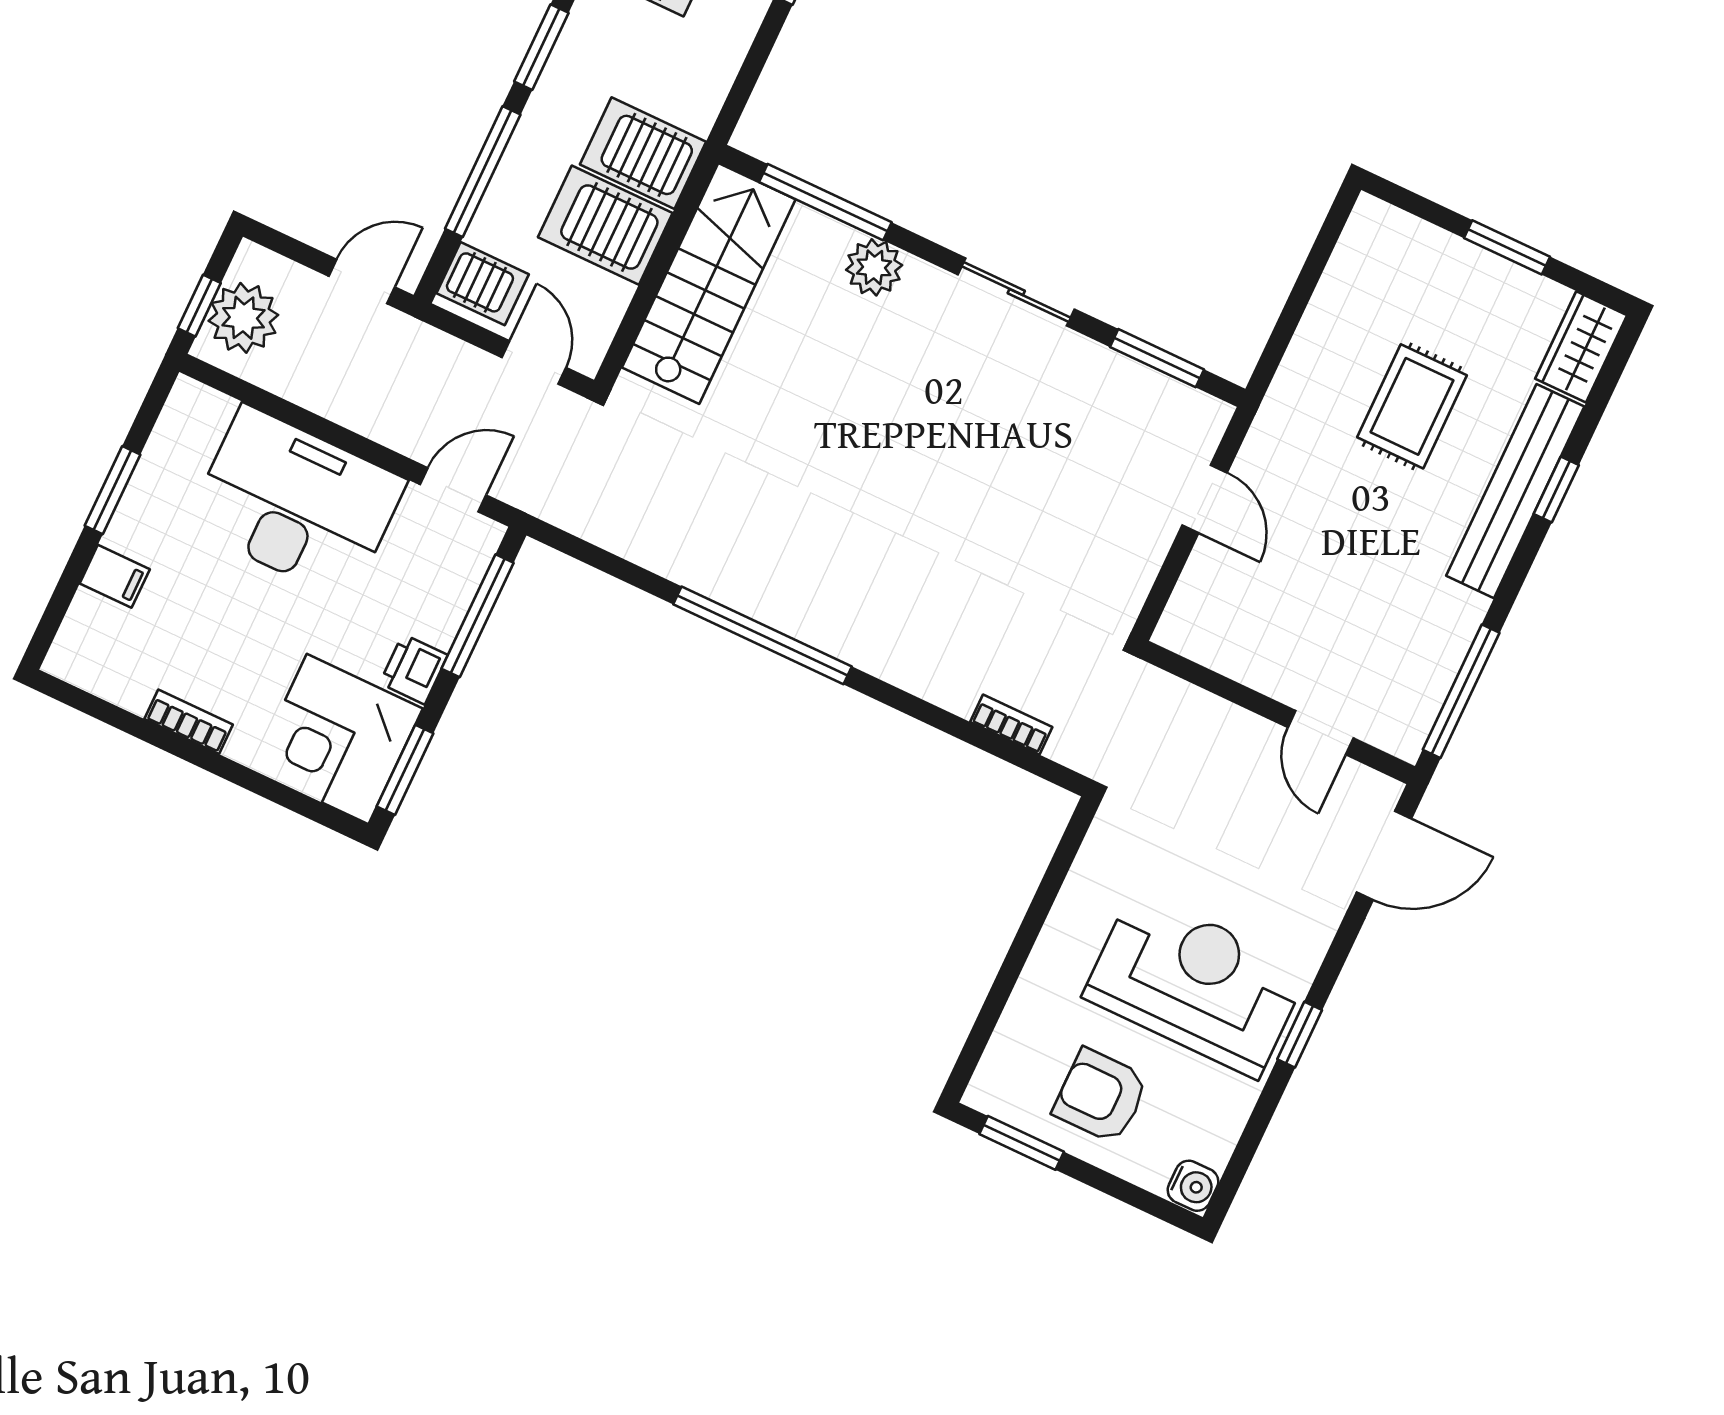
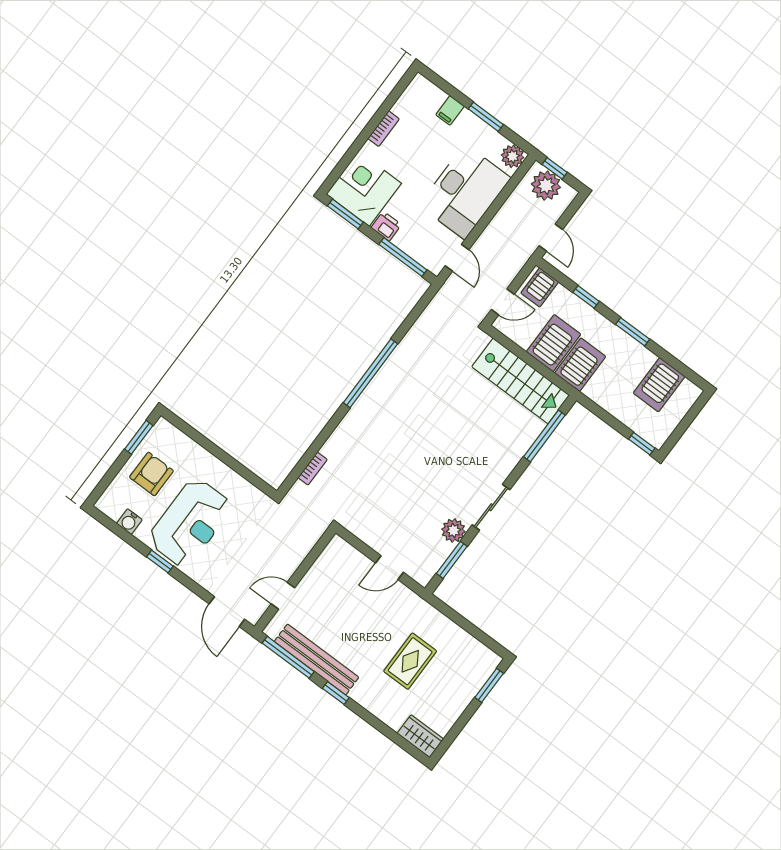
window: (483, 172) -> (586, 297), width x0.46
window: (1507, 247) -> (489, 685), moved
plant: (874, 267) -> (453, 530), moved
rug: (1412, 406) -> (410, 661), turned 90
plant: (191, 409) -> (513, 156), added
window: (1556, 489) -> (336, 693), moved
bench: (1515, 491) -> (317, 659), moved
water cooler: (1193, 1186) -> (129, 522), moved

